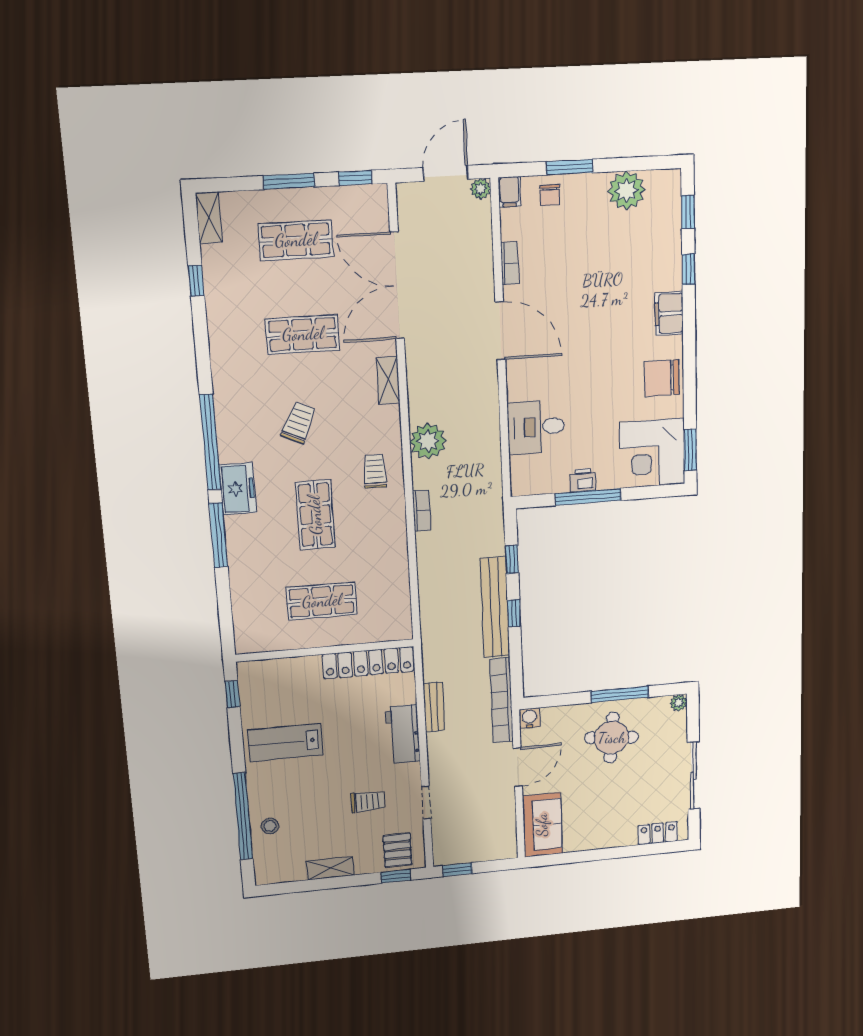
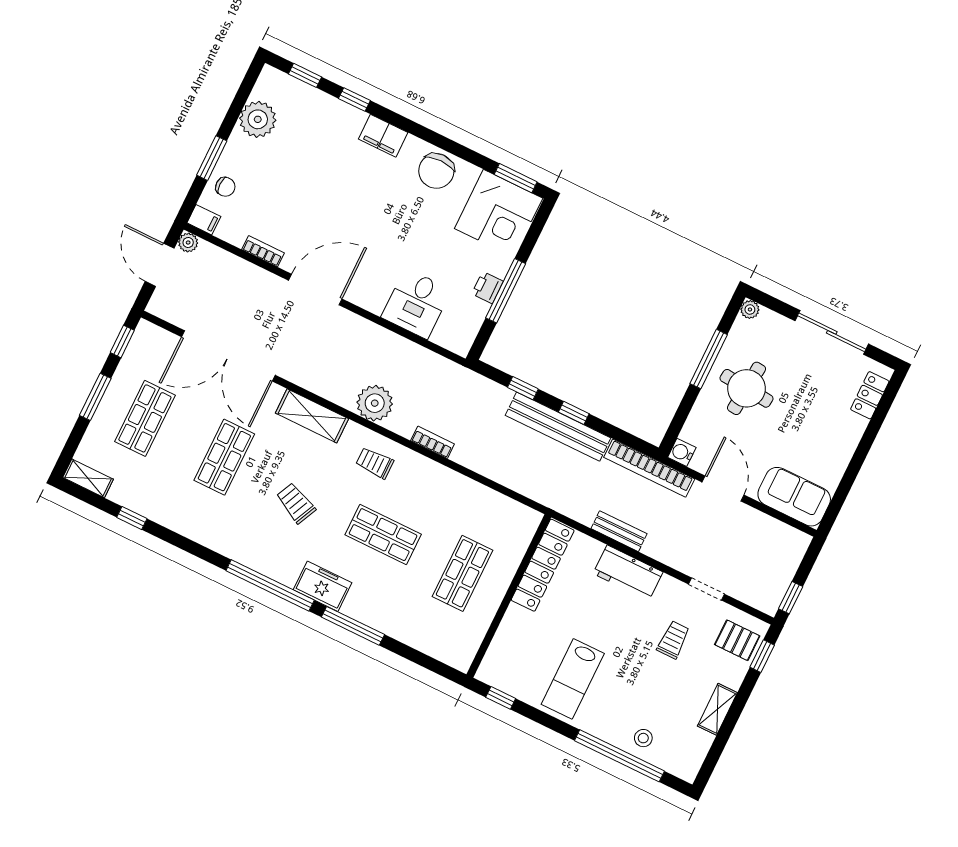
shelving: (388, 380) -> (312, 416), width x1.50, depth x1.33

